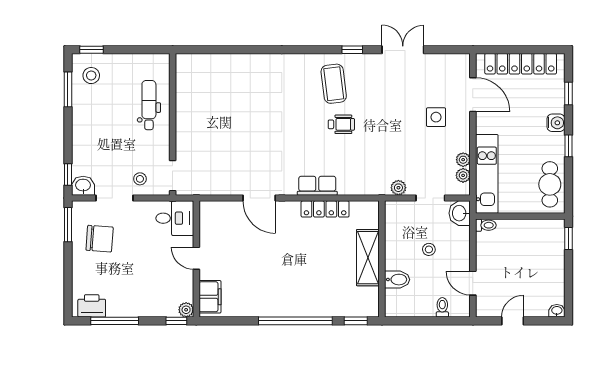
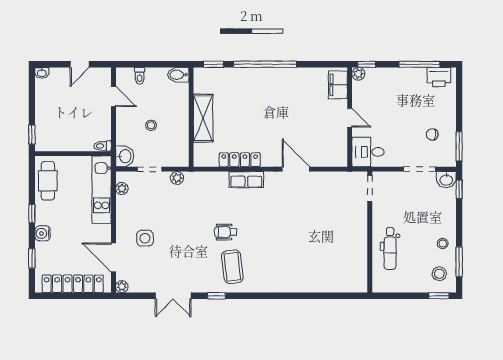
plant: (463, 160) -> (122, 287), moved
stool: (140, 179) -> (443, 244), moved
chair: (100, 239) -> (432, 134), width x0.54, depth x0.54
bidet: (397, 280) -> (178, 75), moved

